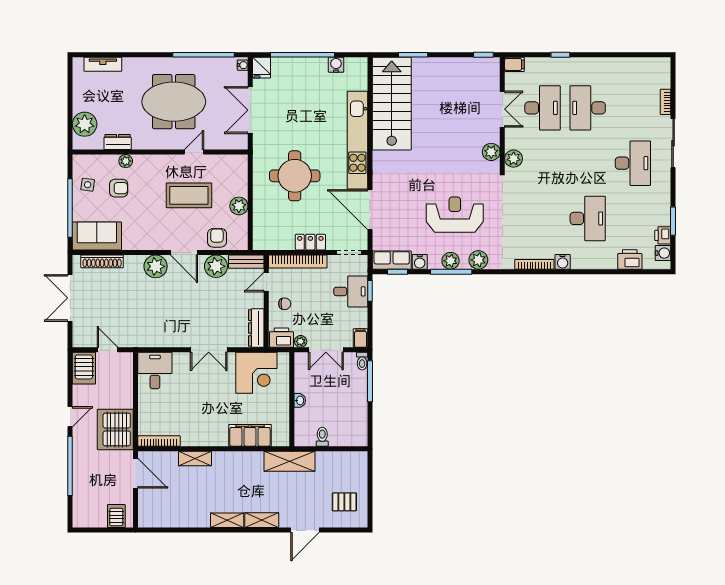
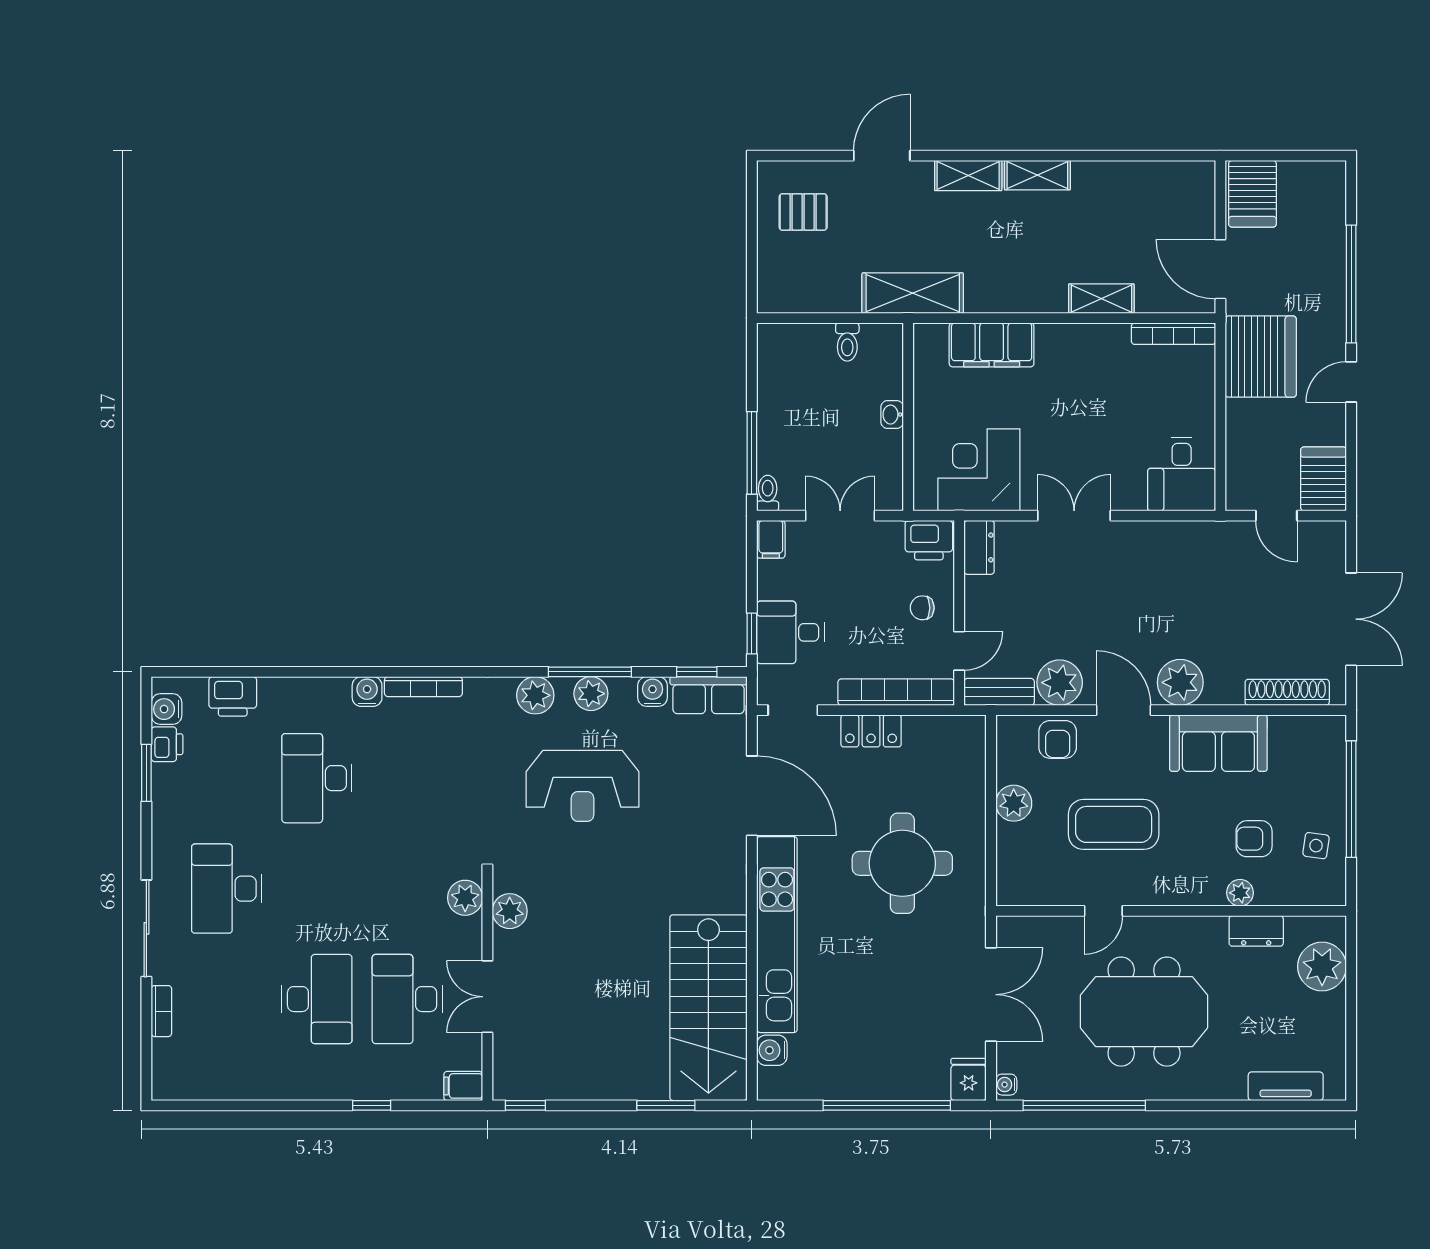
water cooler: (336, 65) -> (772, 1050), moved, turned 90
sofa: (97, 236) -> (1218, 743), moved
dresser: (256, 328) -> (979, 547), width x0.70
plant: (301, 341) -> (891, 533), removed
server rack: (116, 516) -> (1252, 194), width x1.36, depth x1.44

